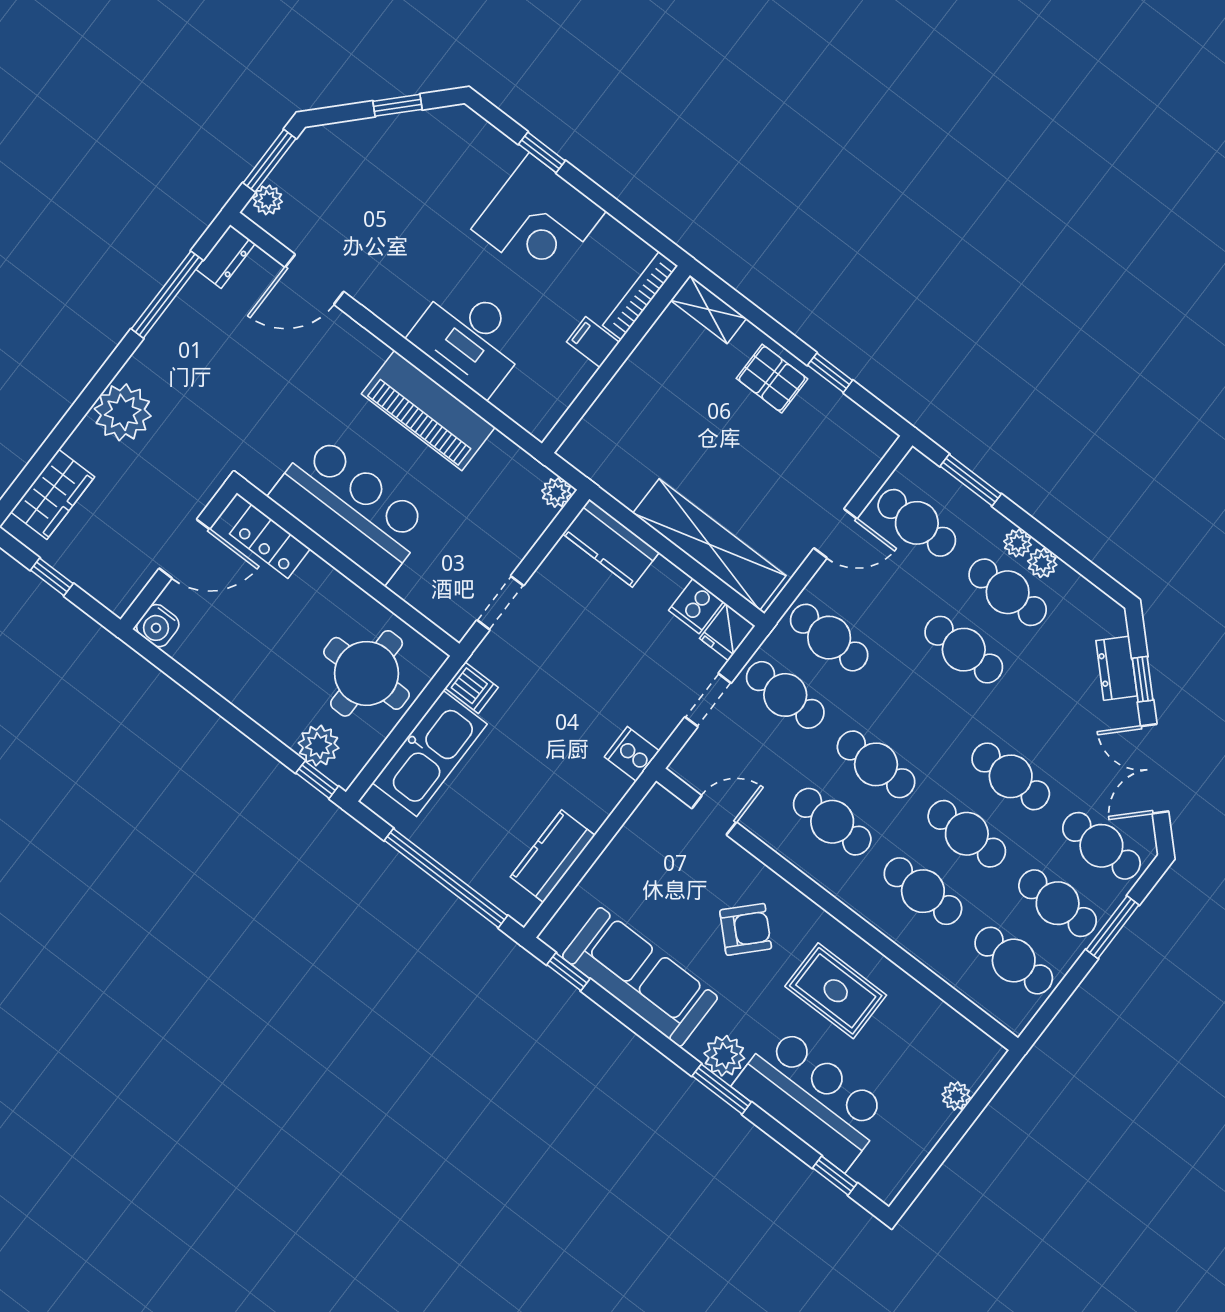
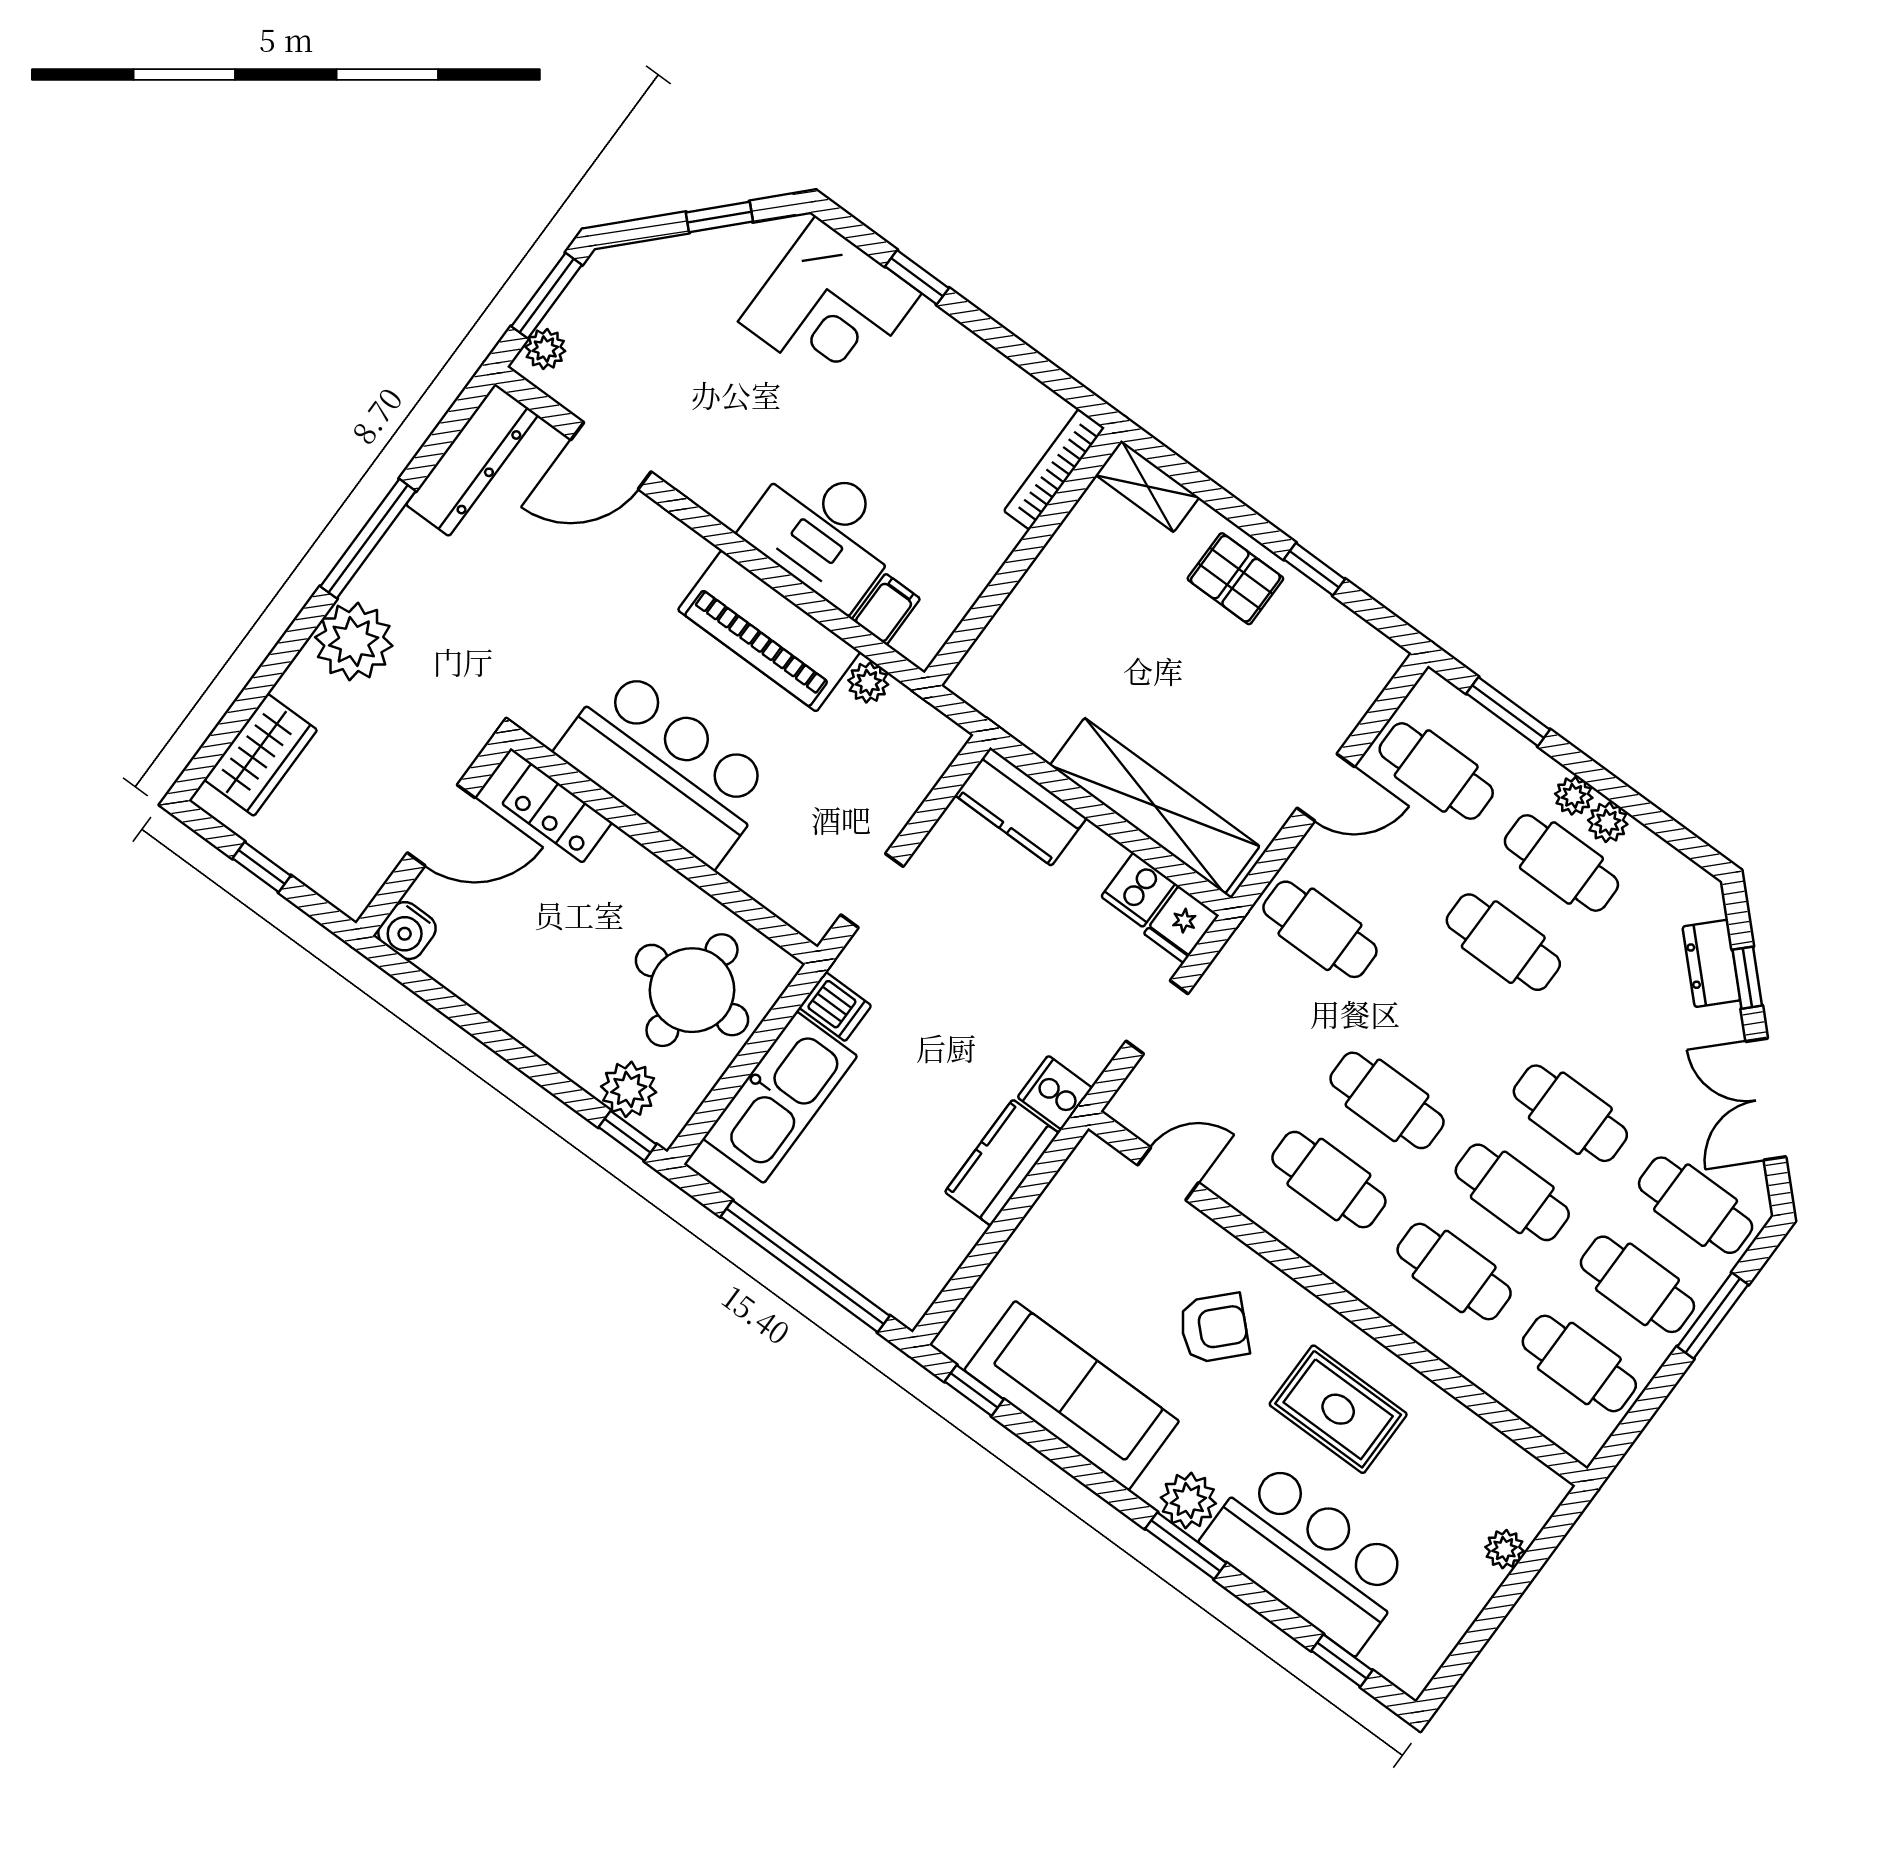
corner desk: (538, 220) -> (830, 307), moved
dresser: (226, 256) -> (472, 460), width x1.96, depth x1.24
window: (167, 295) -> (368, 539), moved
filing cabinet: (593, 342) -> (886, 609), moved, turned 90
plant: (556, 493) -> (868, 682), moved
cafe table: (785, 695) -> (1262, 1008), removed
kitchen counter: (553, 856) -> (1002, 1163), moved

